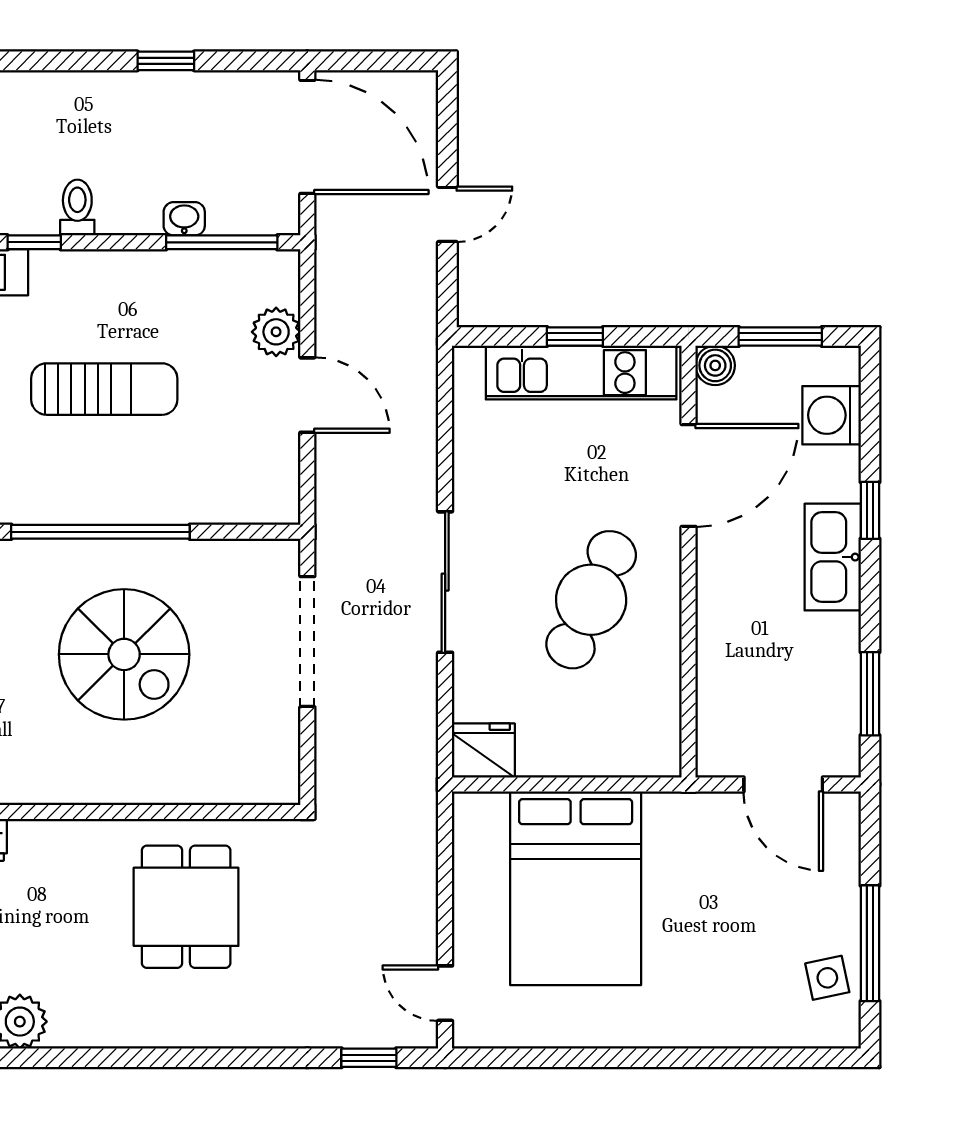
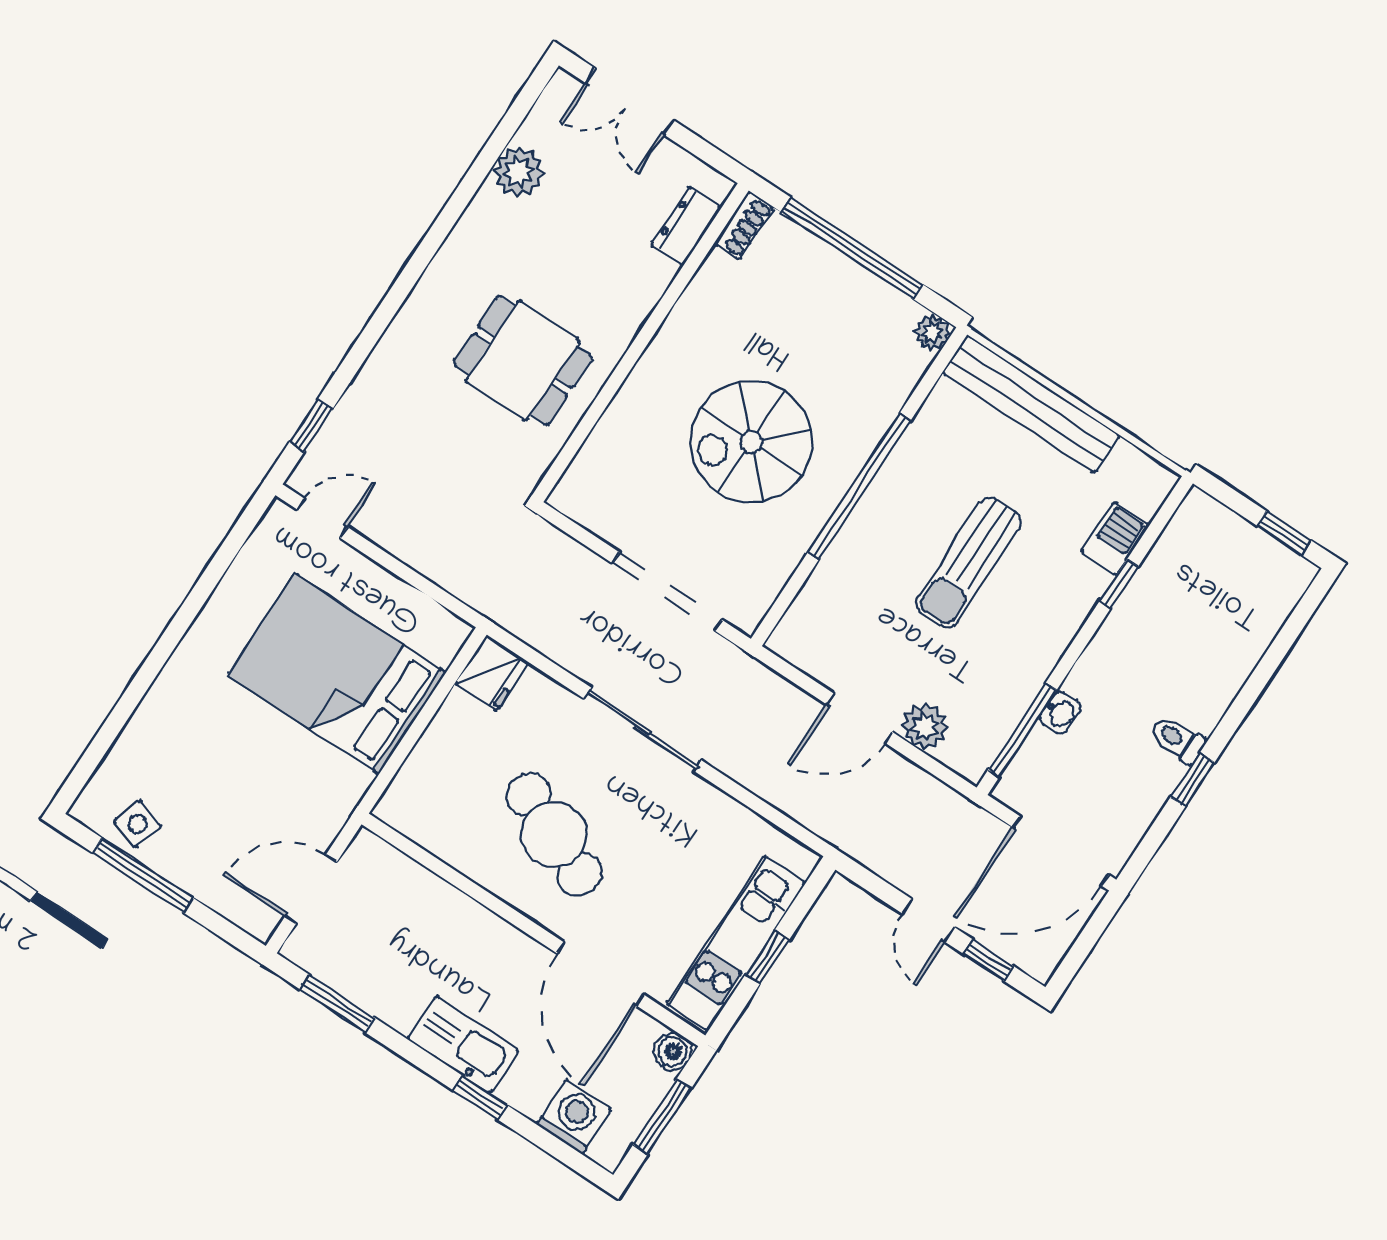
window: (447, 137) -> (988, 960), added
toilet: (77, 208) -> (1178, 739), moved, turned 180
side table: (827, 978) -> (138, 824), turned 30

